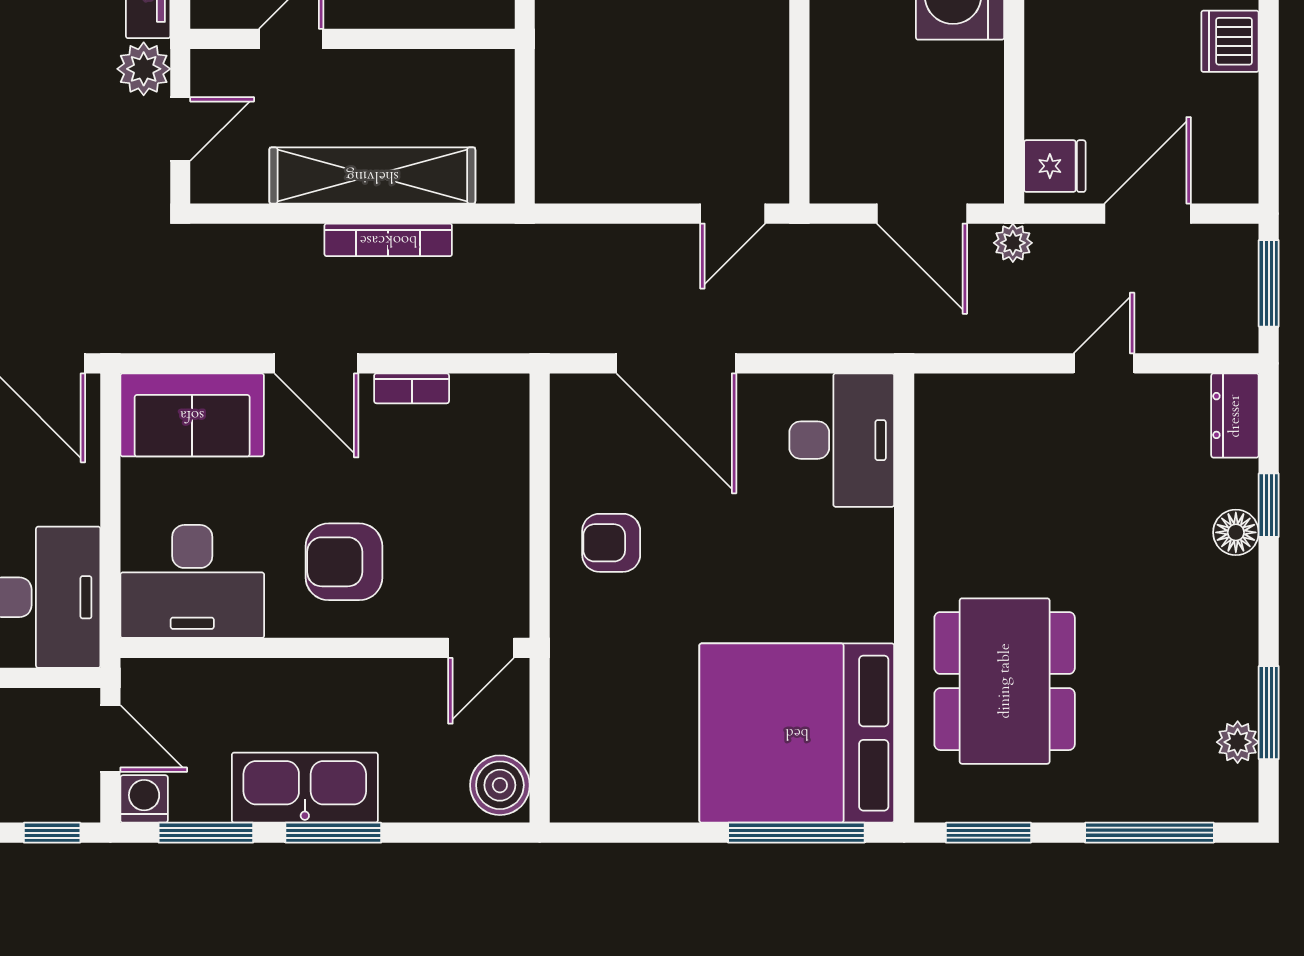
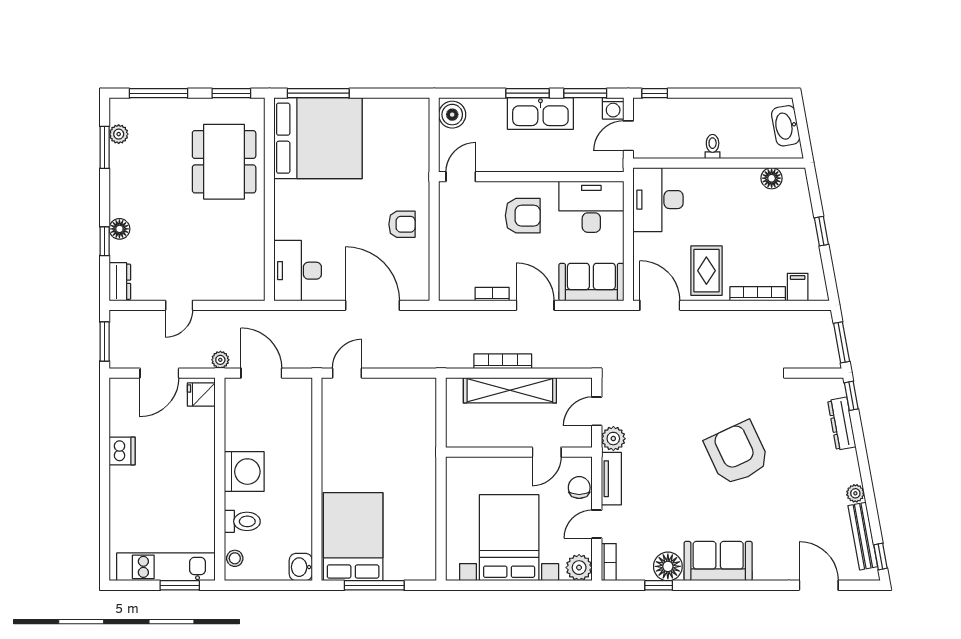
door: (110, 739) -> (628, 136), hinge flipped

